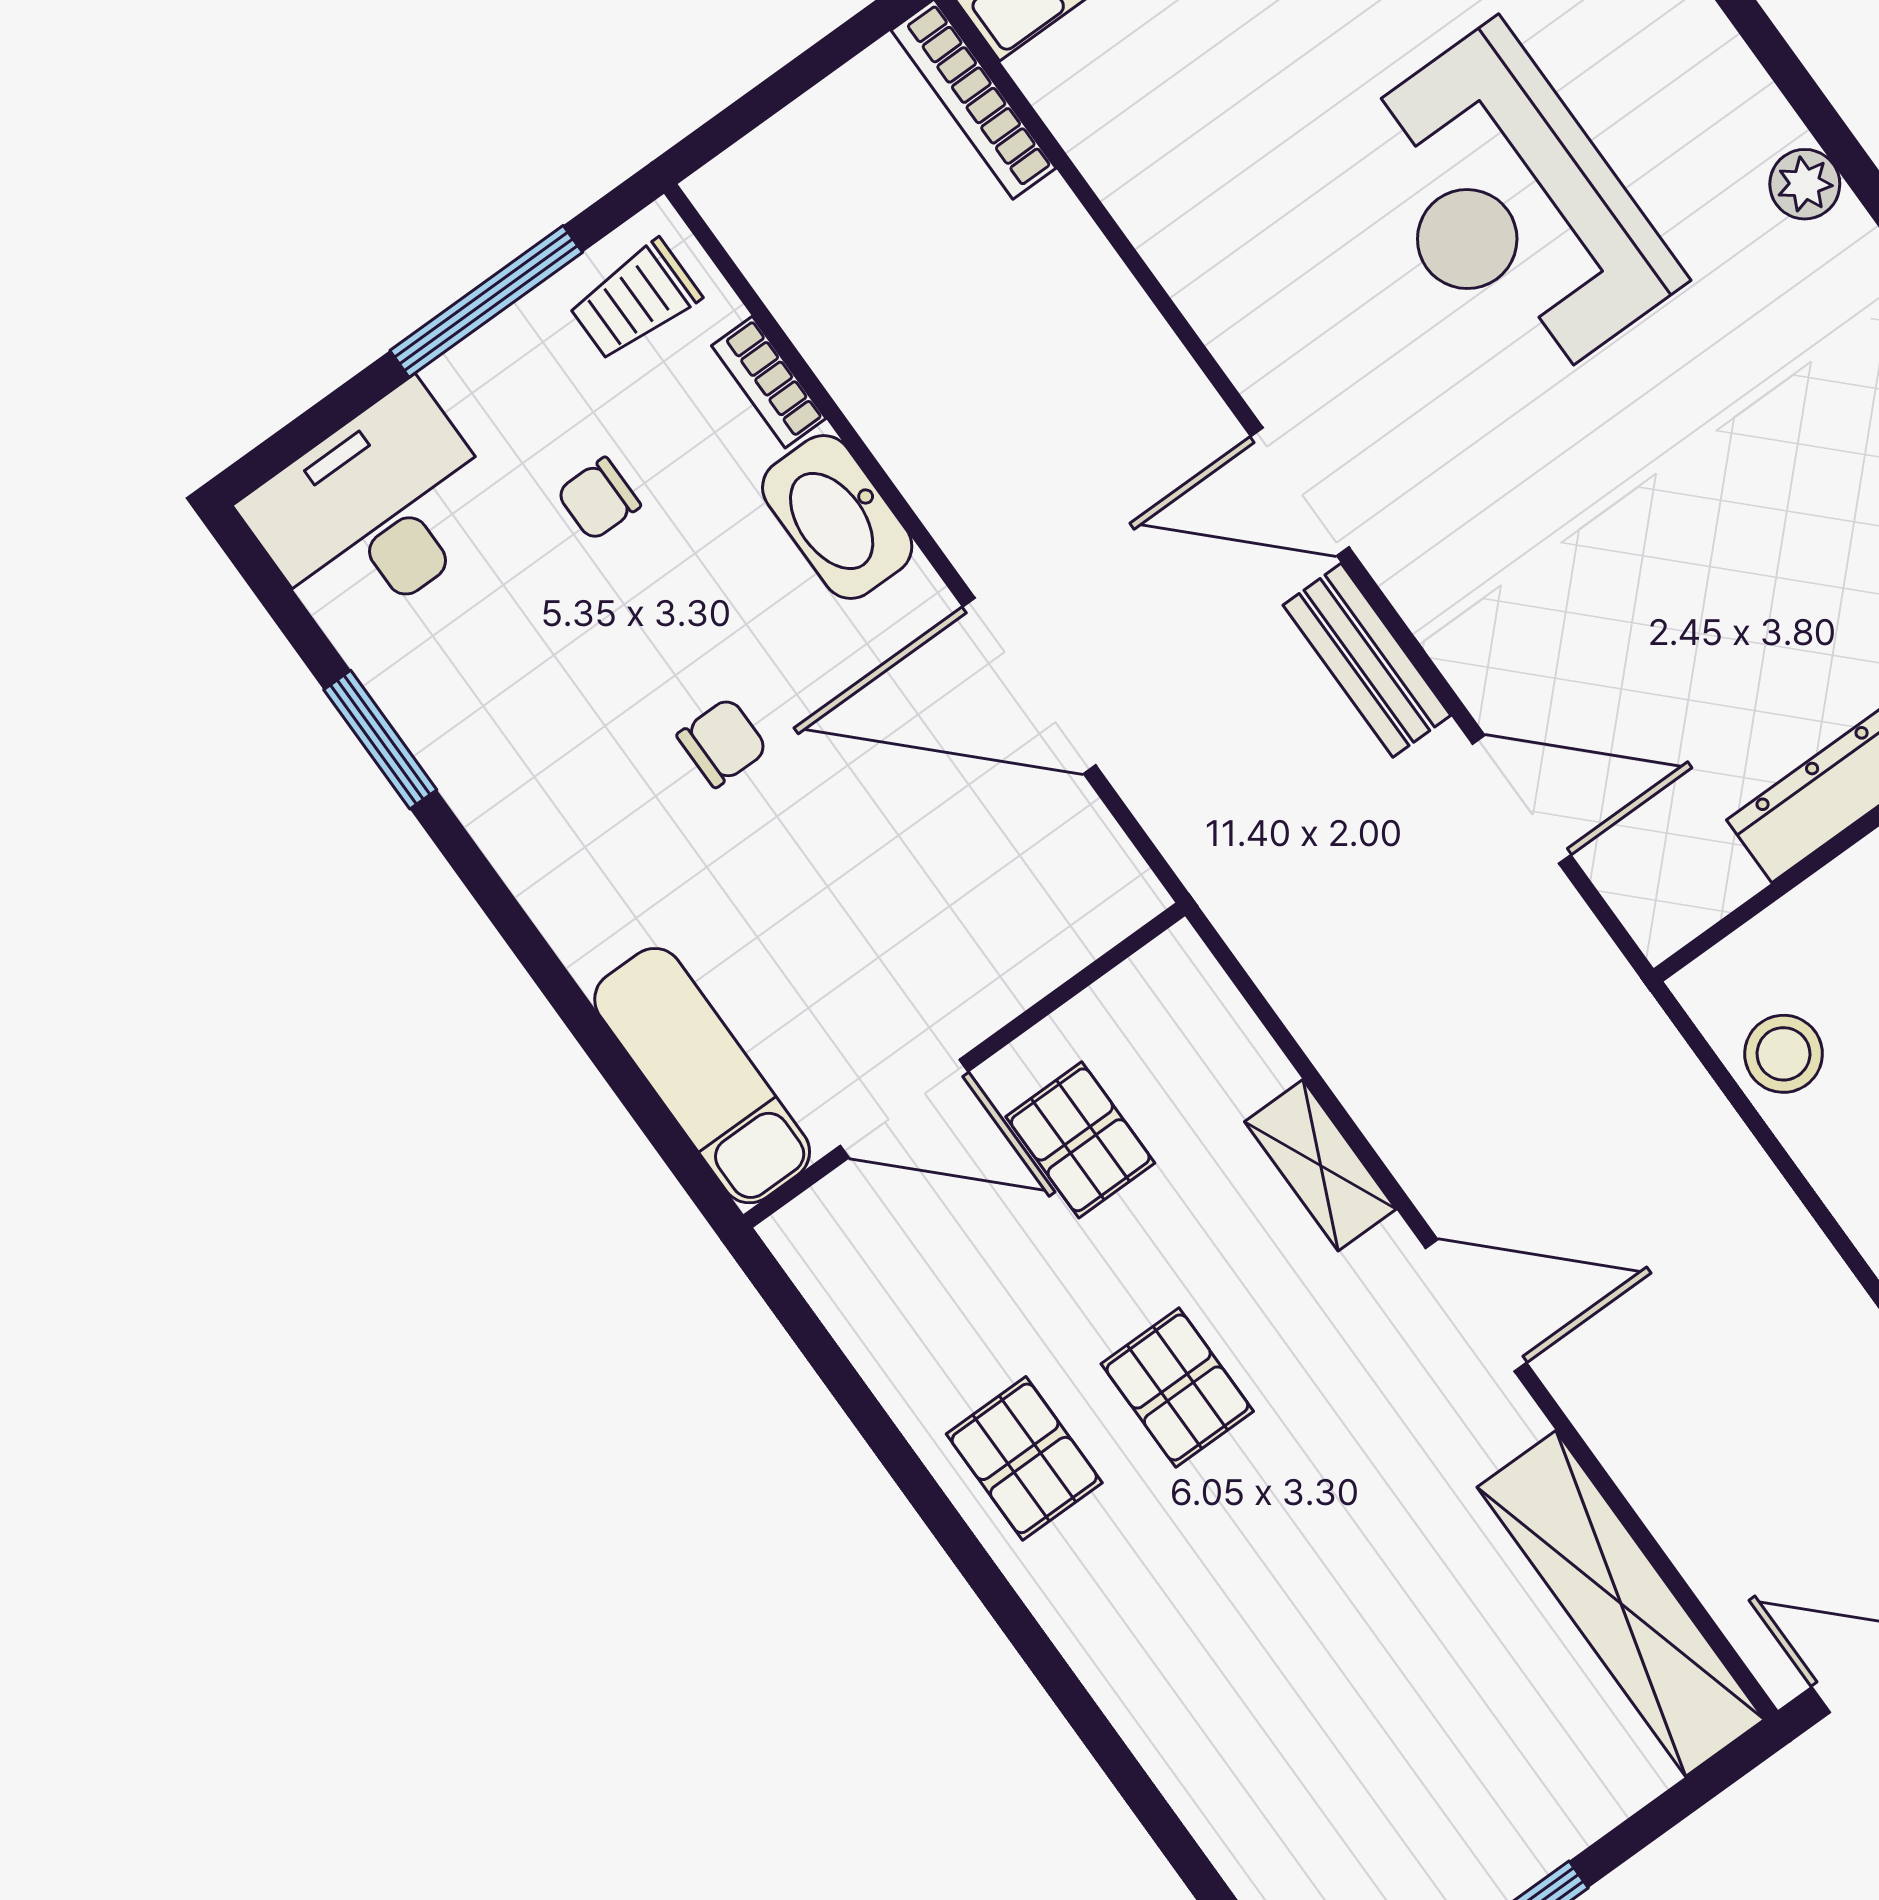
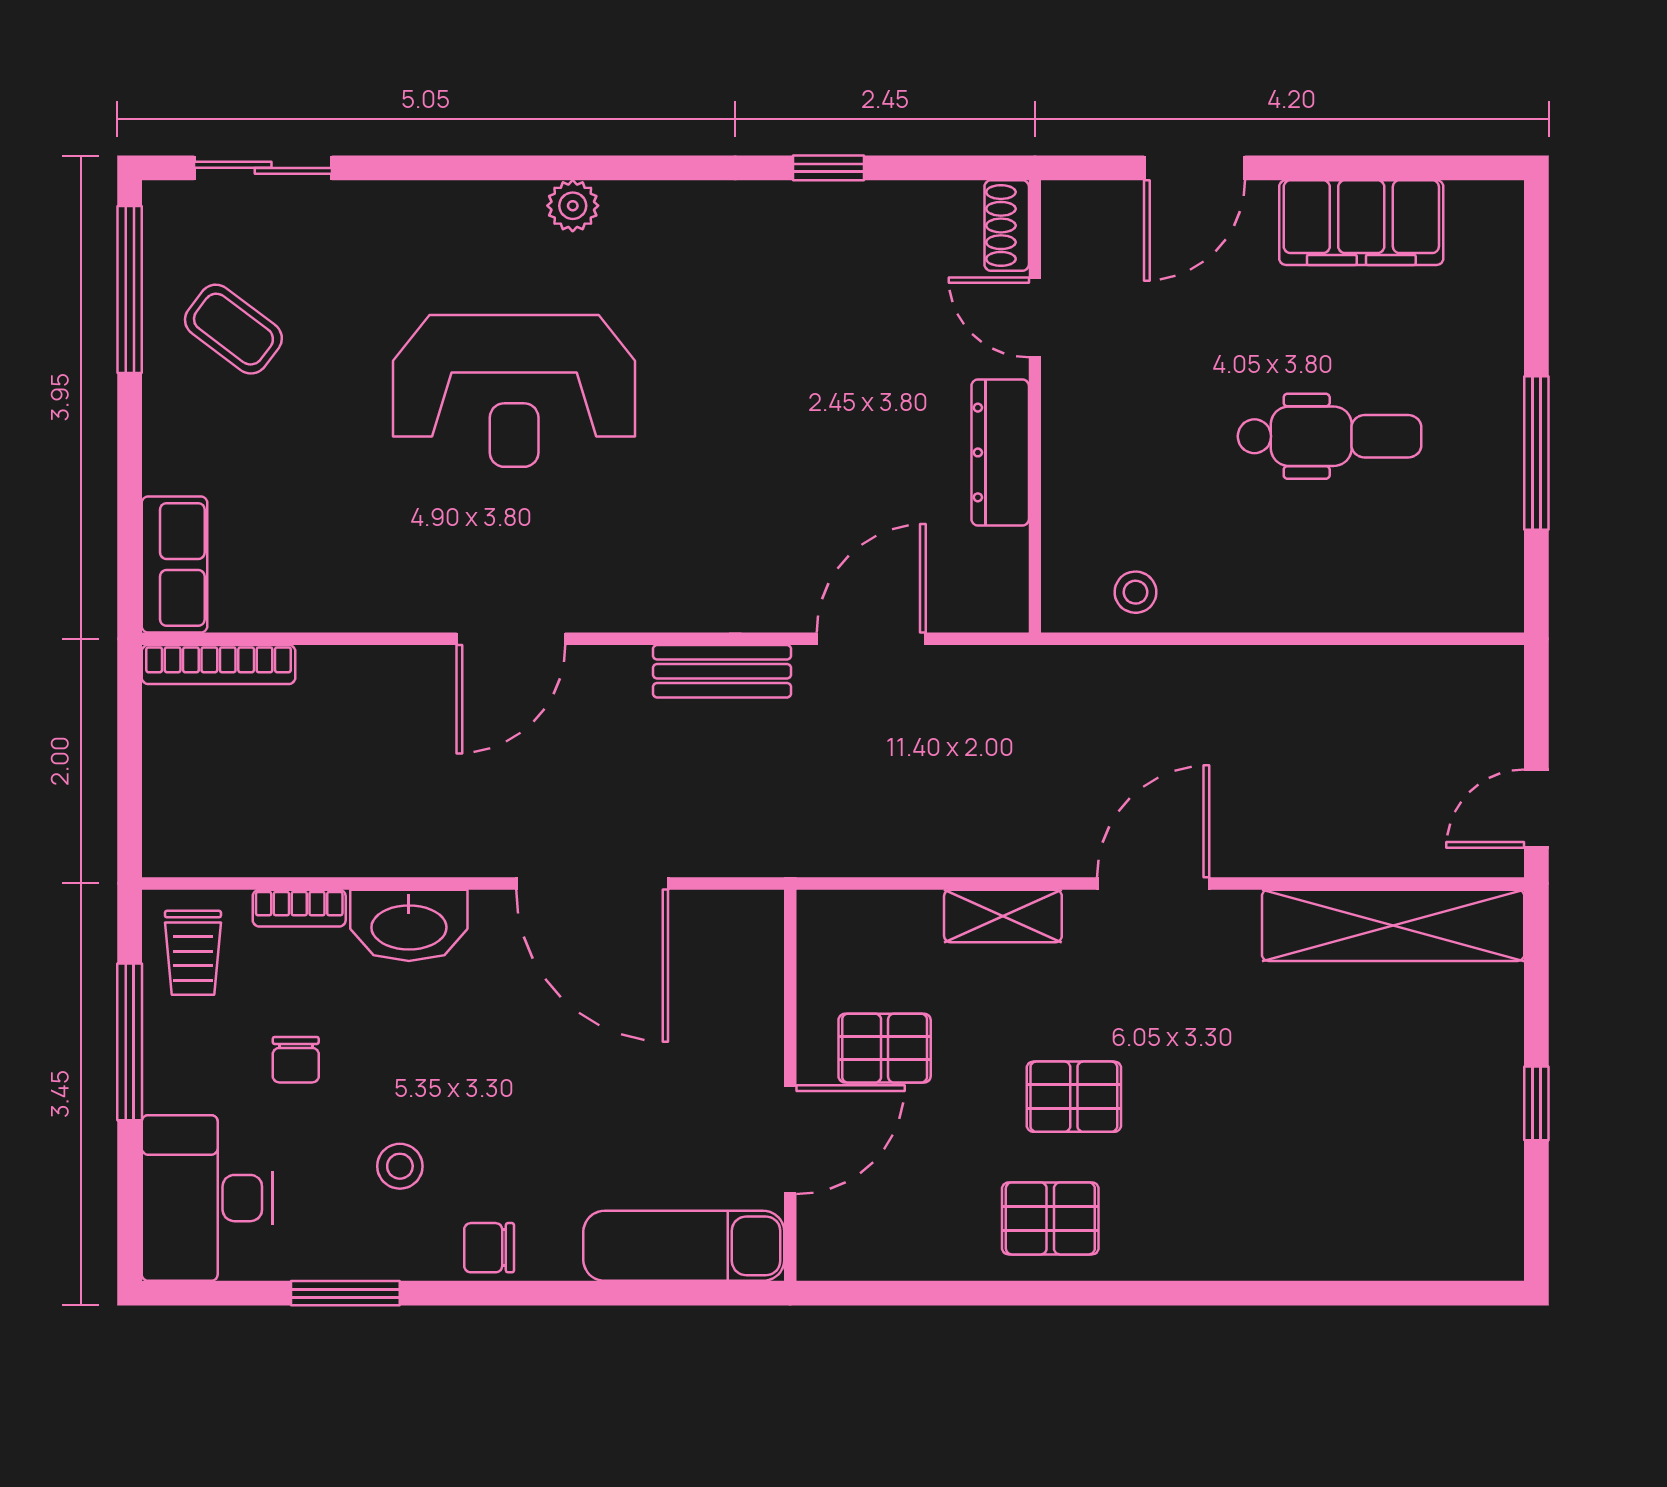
plant: (1805, 184) -> (573, 206), moved
door: (1300, 492) -> (511, 639), moved
door: (1029, 686) -> (592, 883), hinge flipped
stool: (564, 699) -> (400, 1166), added
chair: (722, 742) -> (489, 1248), moved, turned -90
stool: (1783, 1054) -> (1136, 592), width x0.73, depth x0.73

